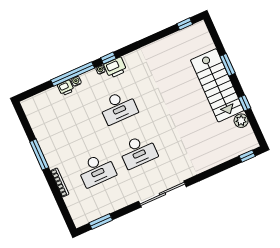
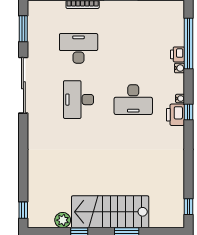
window: (73, 74) -> (188, 43), moved
desk: (118, 107) -> (133, 100), turned -90
desk: (97, 170) -> (79, 48), turned 90
sliding door: (162, 194) -> (23, 85), moved

